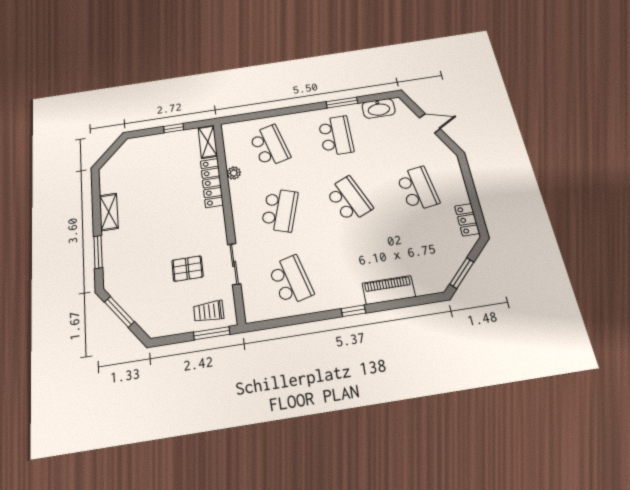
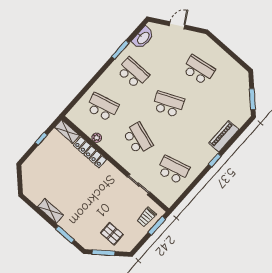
locker: (467, 220) -> (235, 68), removed
pallet: (187, 269) -> (112, 234), moved, turned 90

